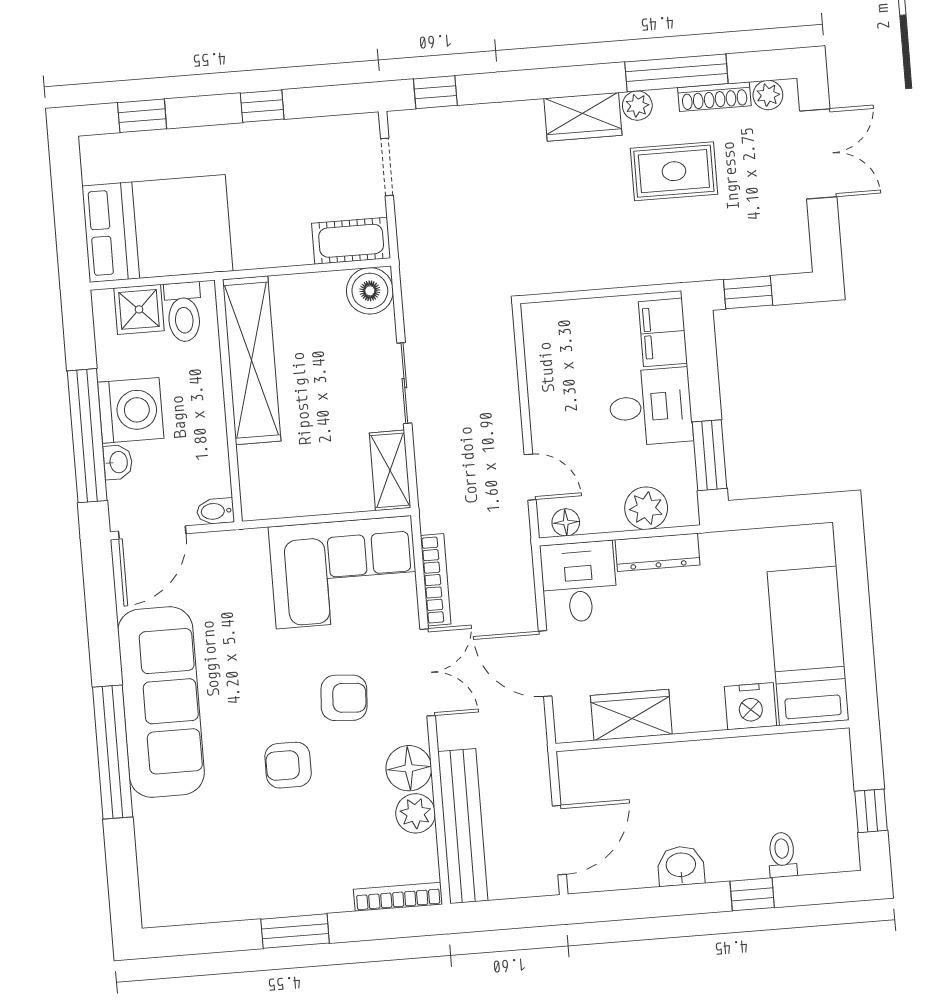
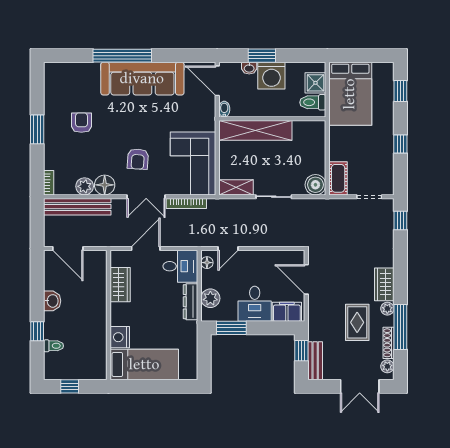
bench: (768, 259) -> (315, 361), added
door: (586, 294) -> (306, 279), added
shelving: (252, 360) -> (255, 130), moved
window: (87, 436) -> (262, 56), width x0.47
armchair: (288, 765) -> (81, 123), moved
bookcase: (398, 897) -> (49, 183), width x0.64

